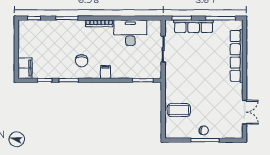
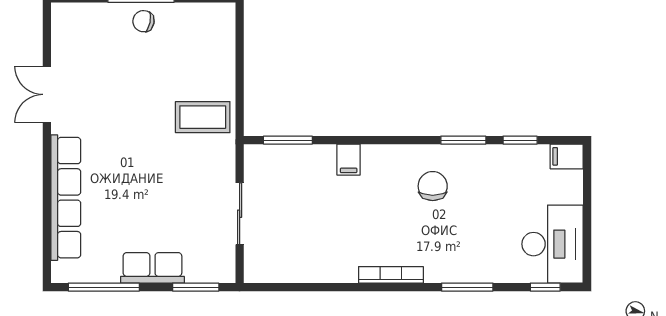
row of seats: (194, 26) -> (152, 268), width x0.68
desk: (130, 33) -> (553, 244), moved, turned -90
filing cabinet: (25, 68) -> (567, 156), width x0.50
filing cabinet: (105, 72) -> (349, 160), moved
coffee table: (179, 110) -> (203, 117), moved
double door: (245, 112) -> (47, 94), moved

